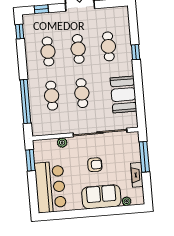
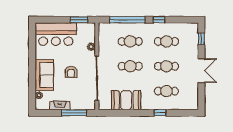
window: (20, 32) -> (159, 20), moved

